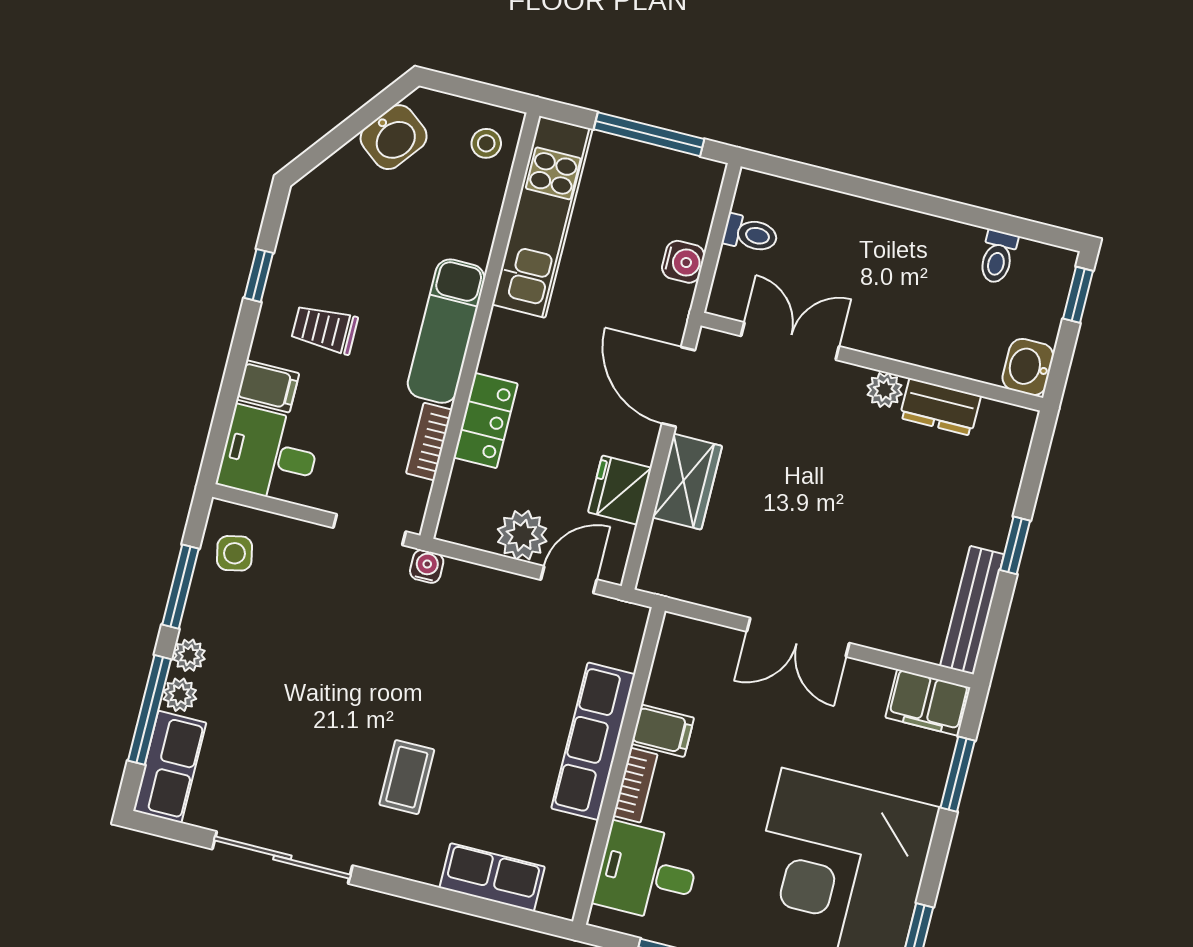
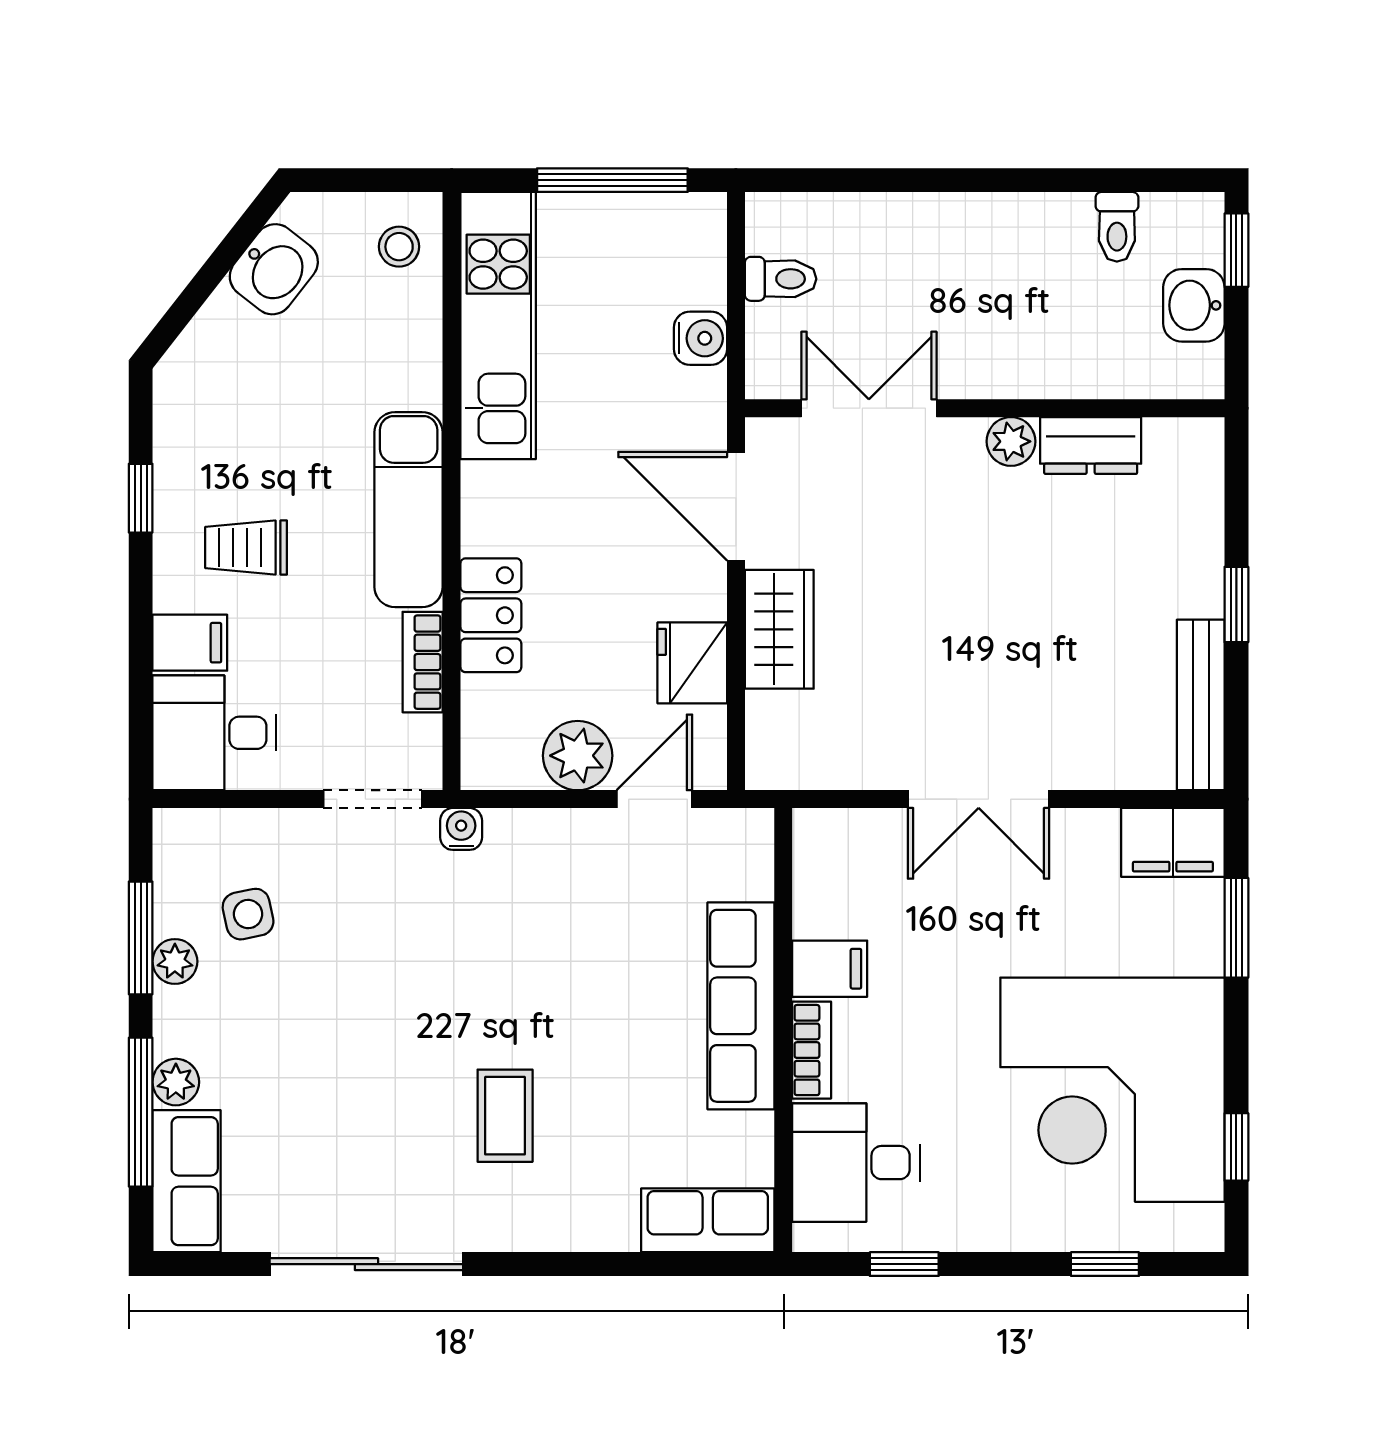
washbasin: (1028, 367) -> (1194, 305), moved
side table: (234, 553) -> (248, 914), moved
plant: (189, 655) -> (175, 961), moved
row of seats: (492, 877) -> (708, 1220), moved

